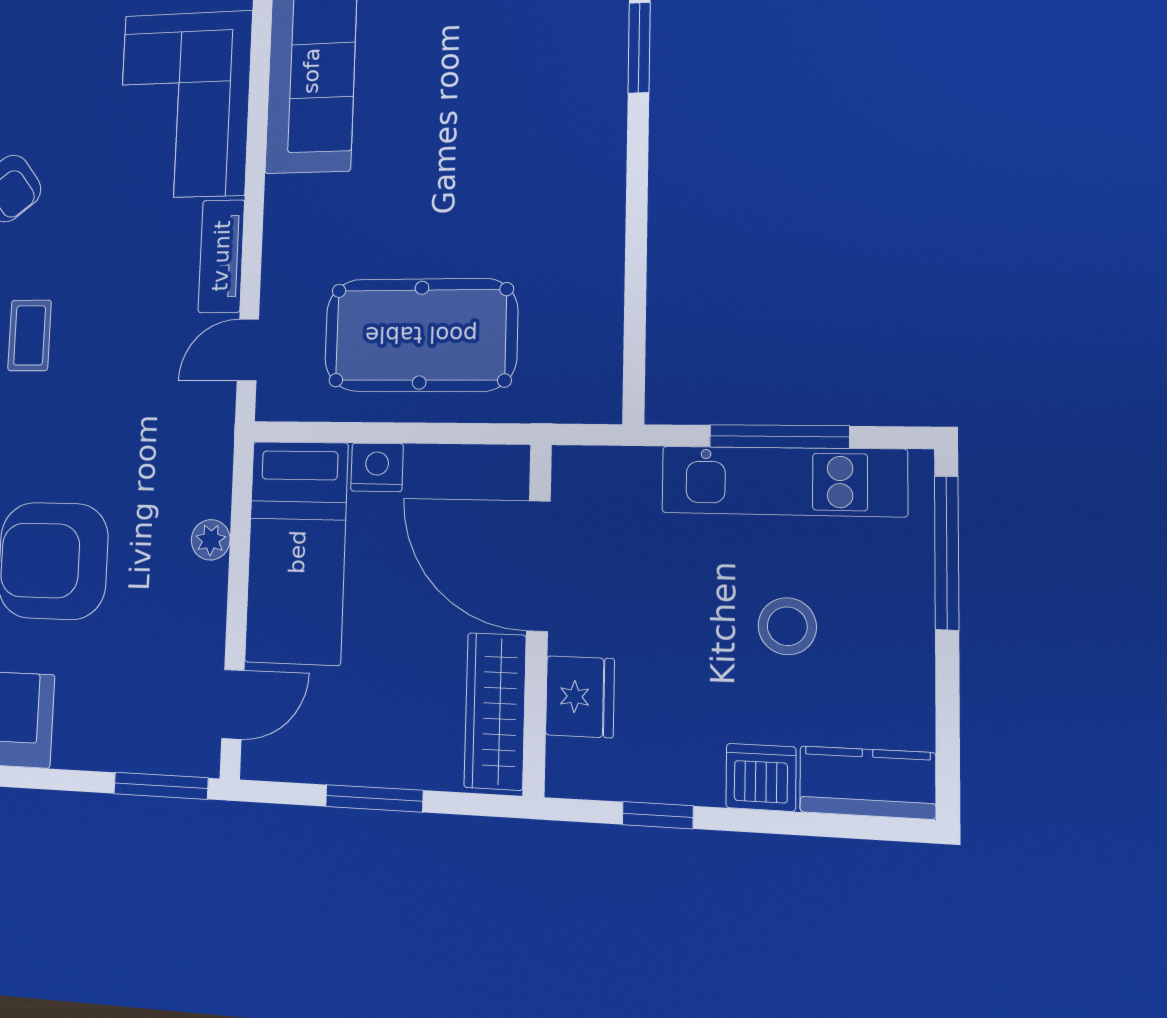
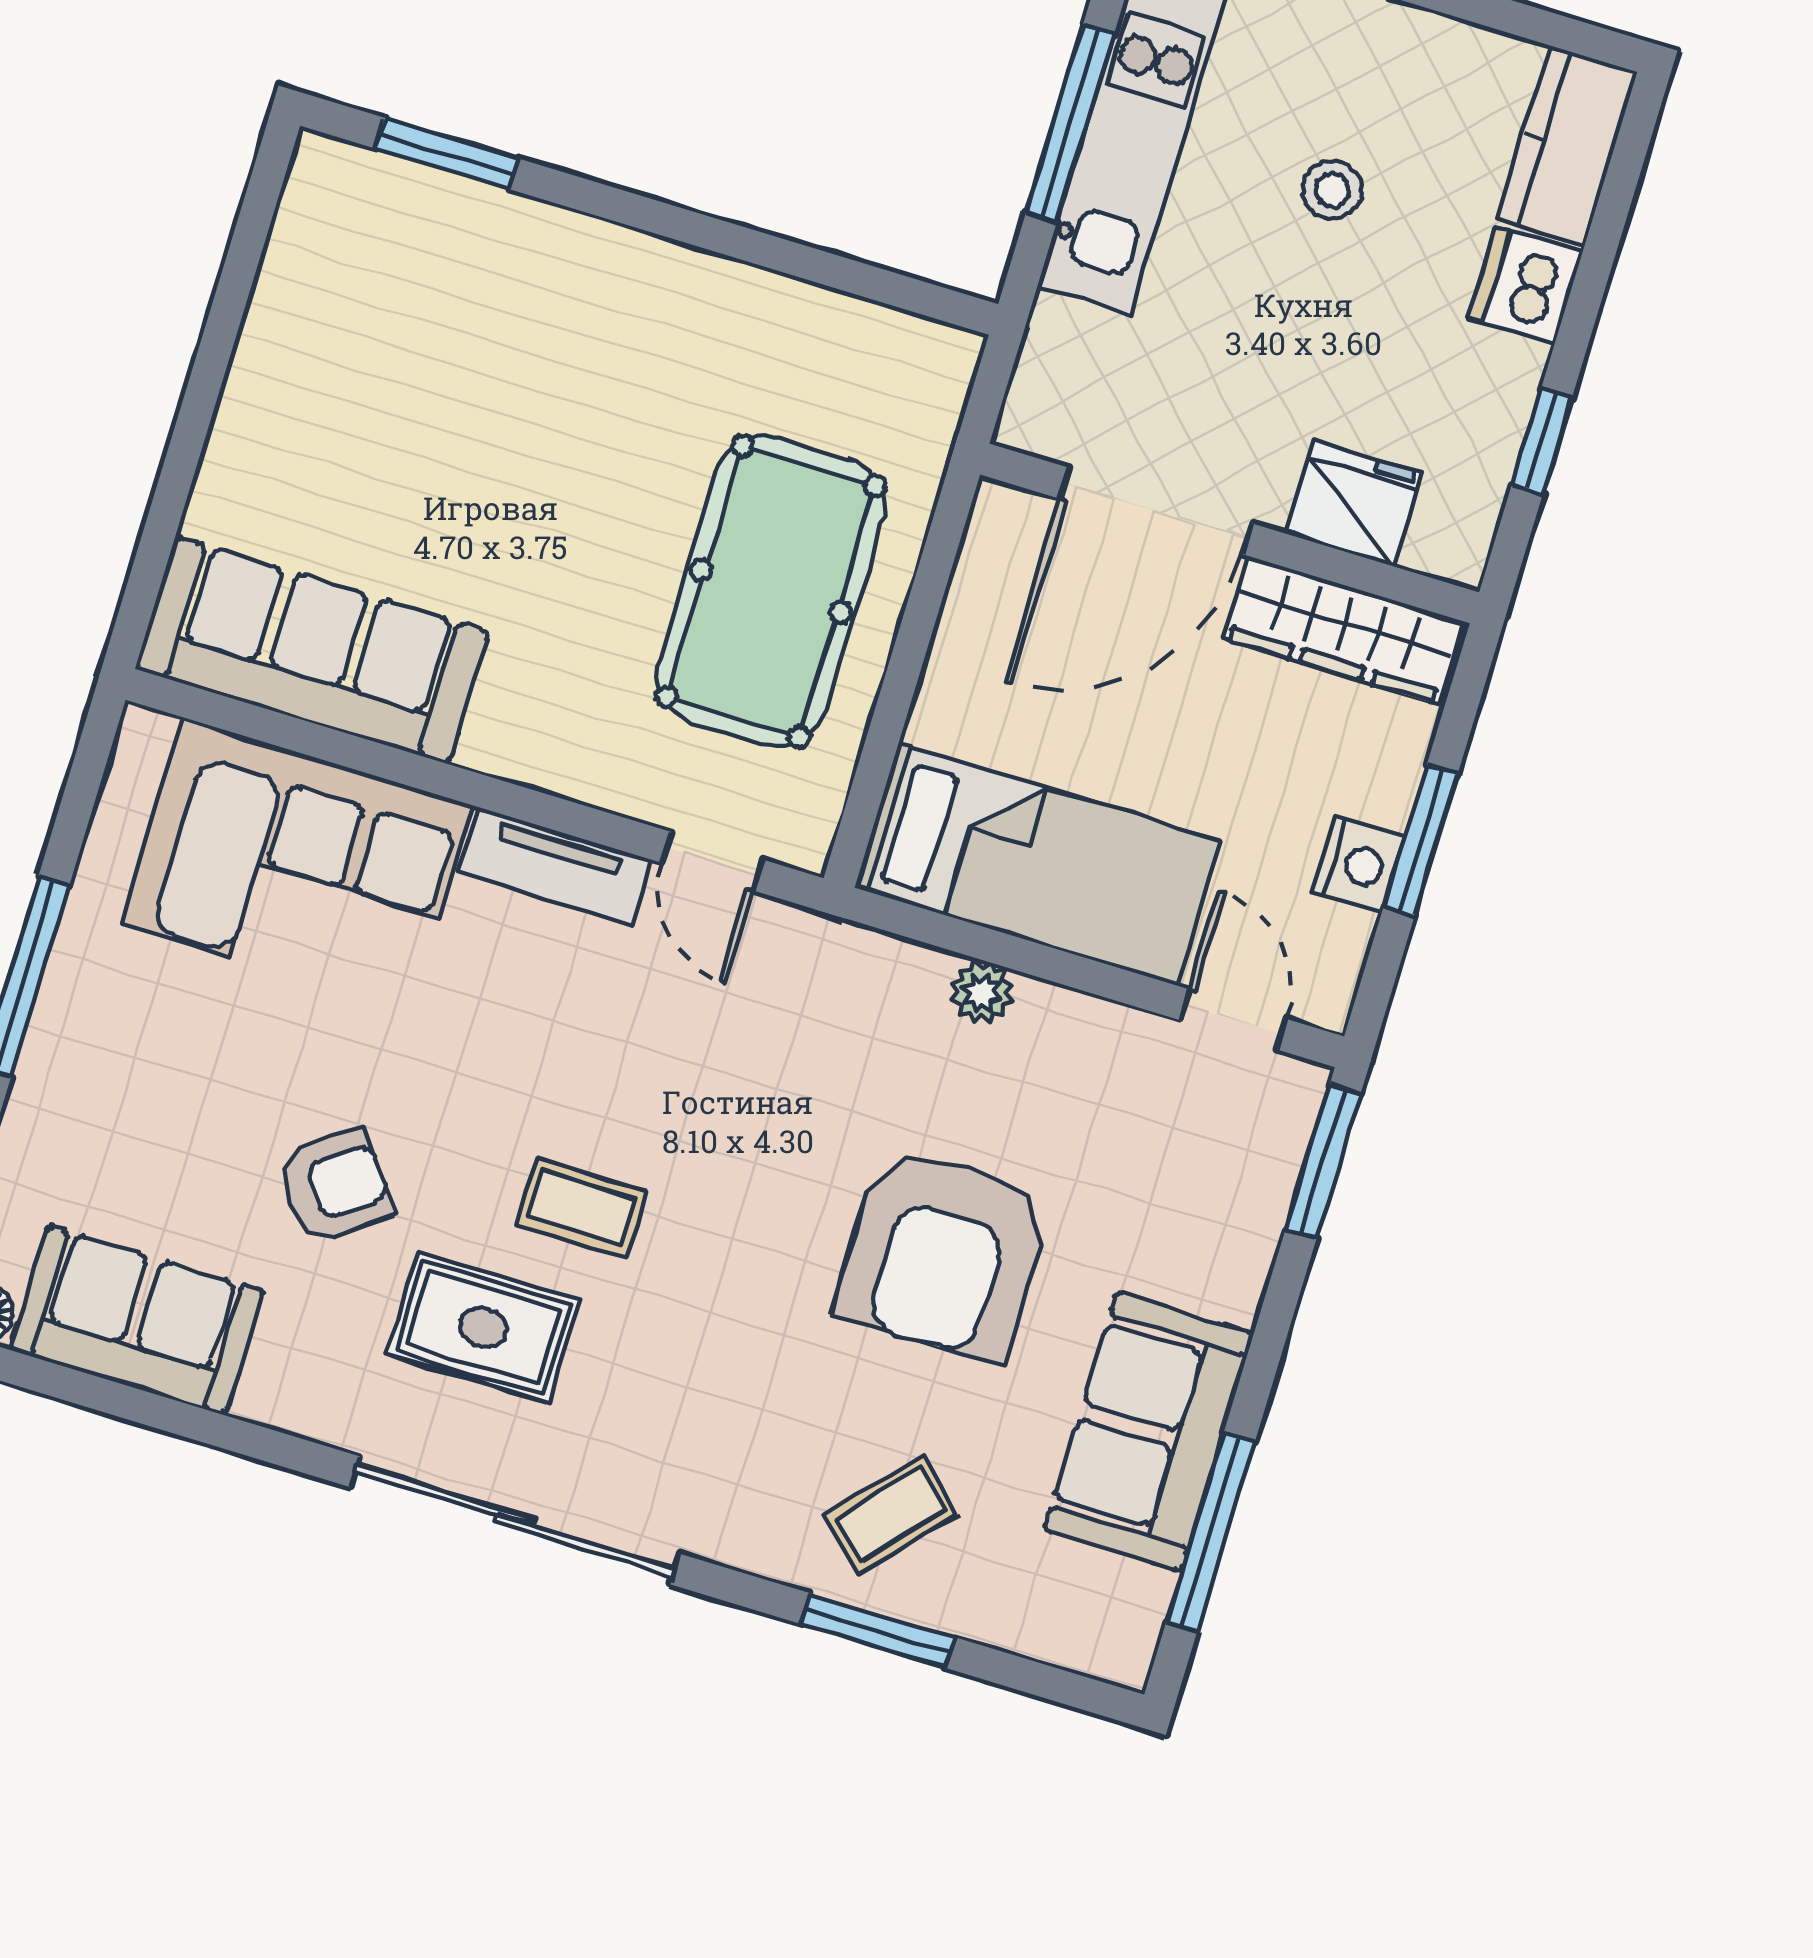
nightstand: (377, 467) -> (1358, 865), moved, turned 180
stool: (787, 626) -> (1333, 190), width x0.73, depth x0.73

